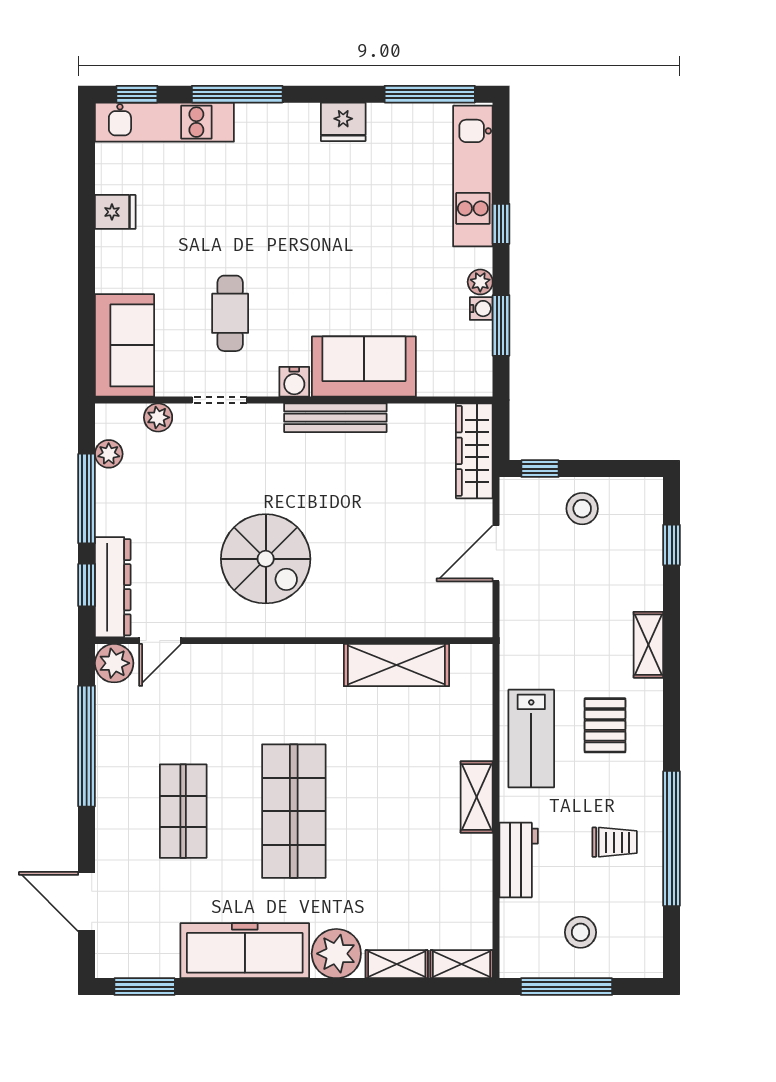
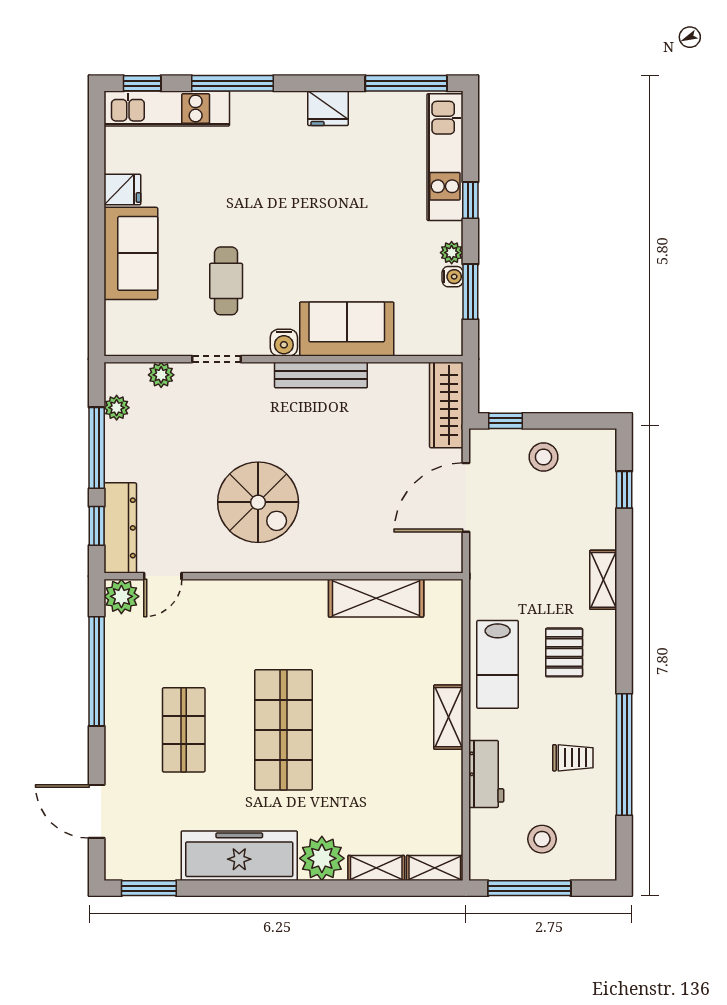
sofa: (125, 345) -> (131, 253), moved
door: (496, 553) -> (466, 497), width x1.36

